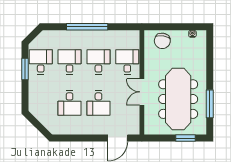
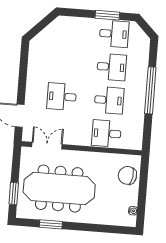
desk: (127, 62) -> (106, 133), turned 180
double door: (142, 92) -> (47, 146), moved
desk: (70, 103) -> (64, 63), removed
window: (210, 104) -> (51, 224), width x0.69

